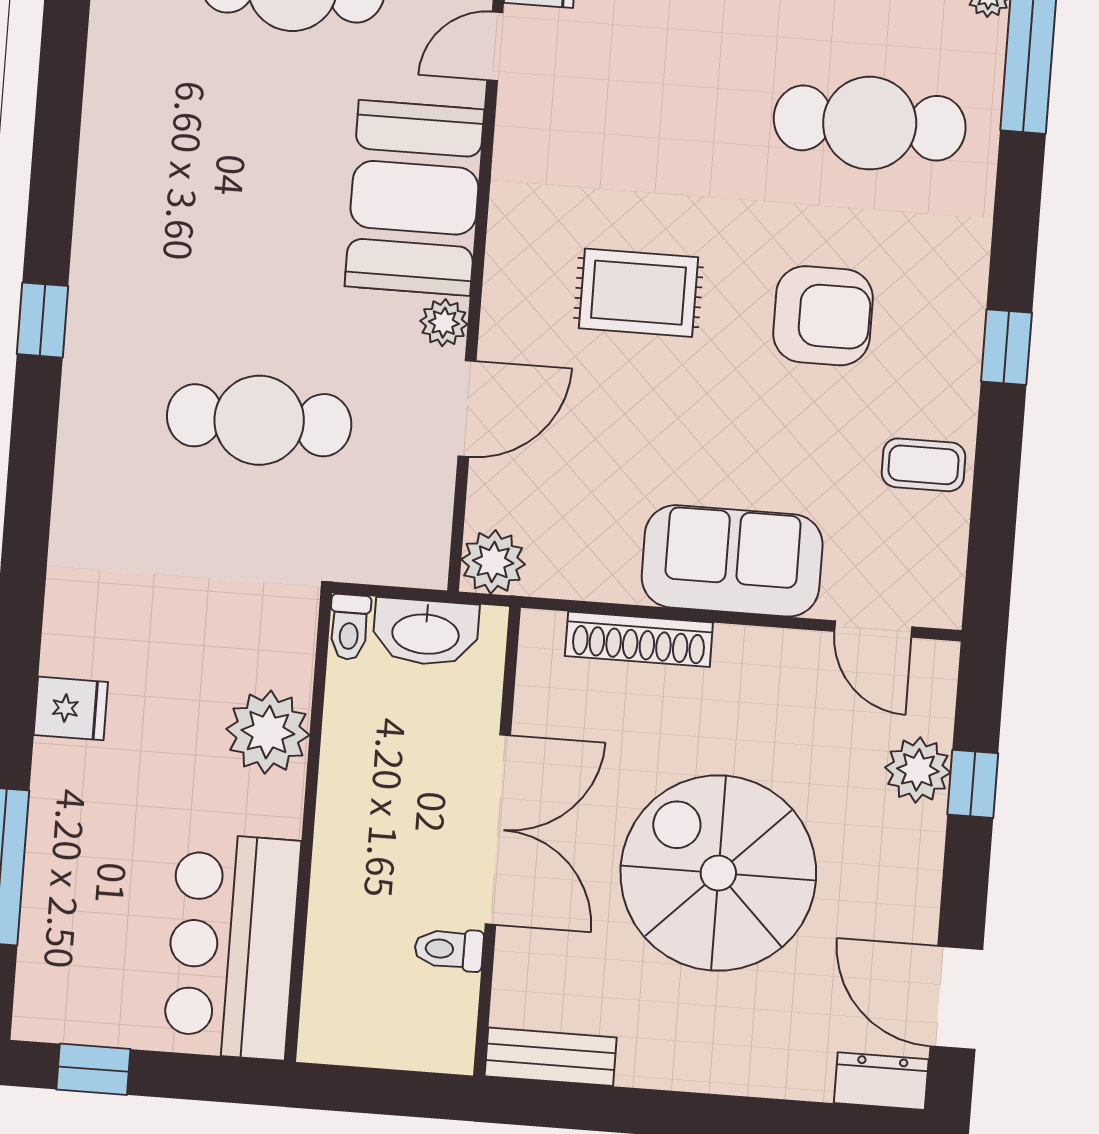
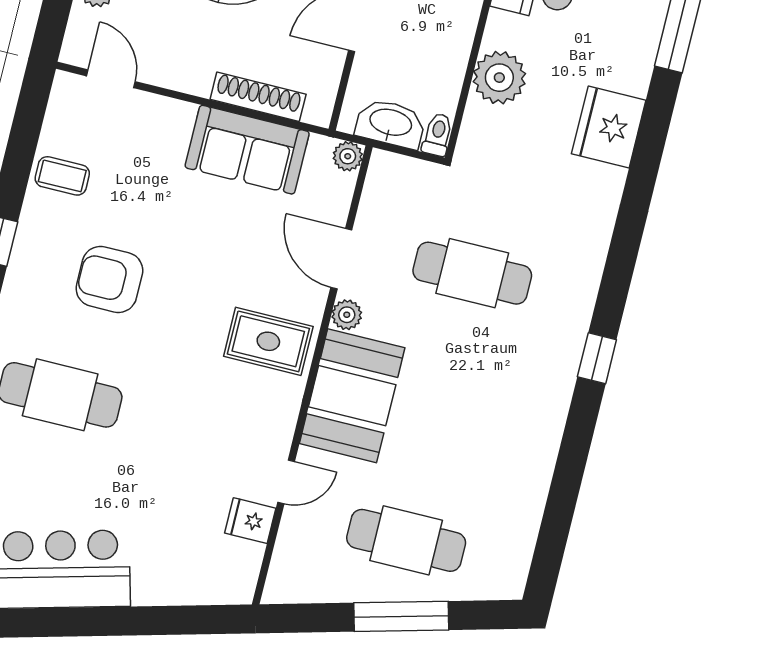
rug: (638, 293) -> (268, 341), moved
door: (467, 409) -> (341, 259), hinge flipped
sofa: (732, 561) -> (247, 150), moved
plant: (493, 562) -> (348, 156), width x0.73, depth x0.73
fridge: (71, 708) -> (609, 127), width x1.88, depth x1.34

